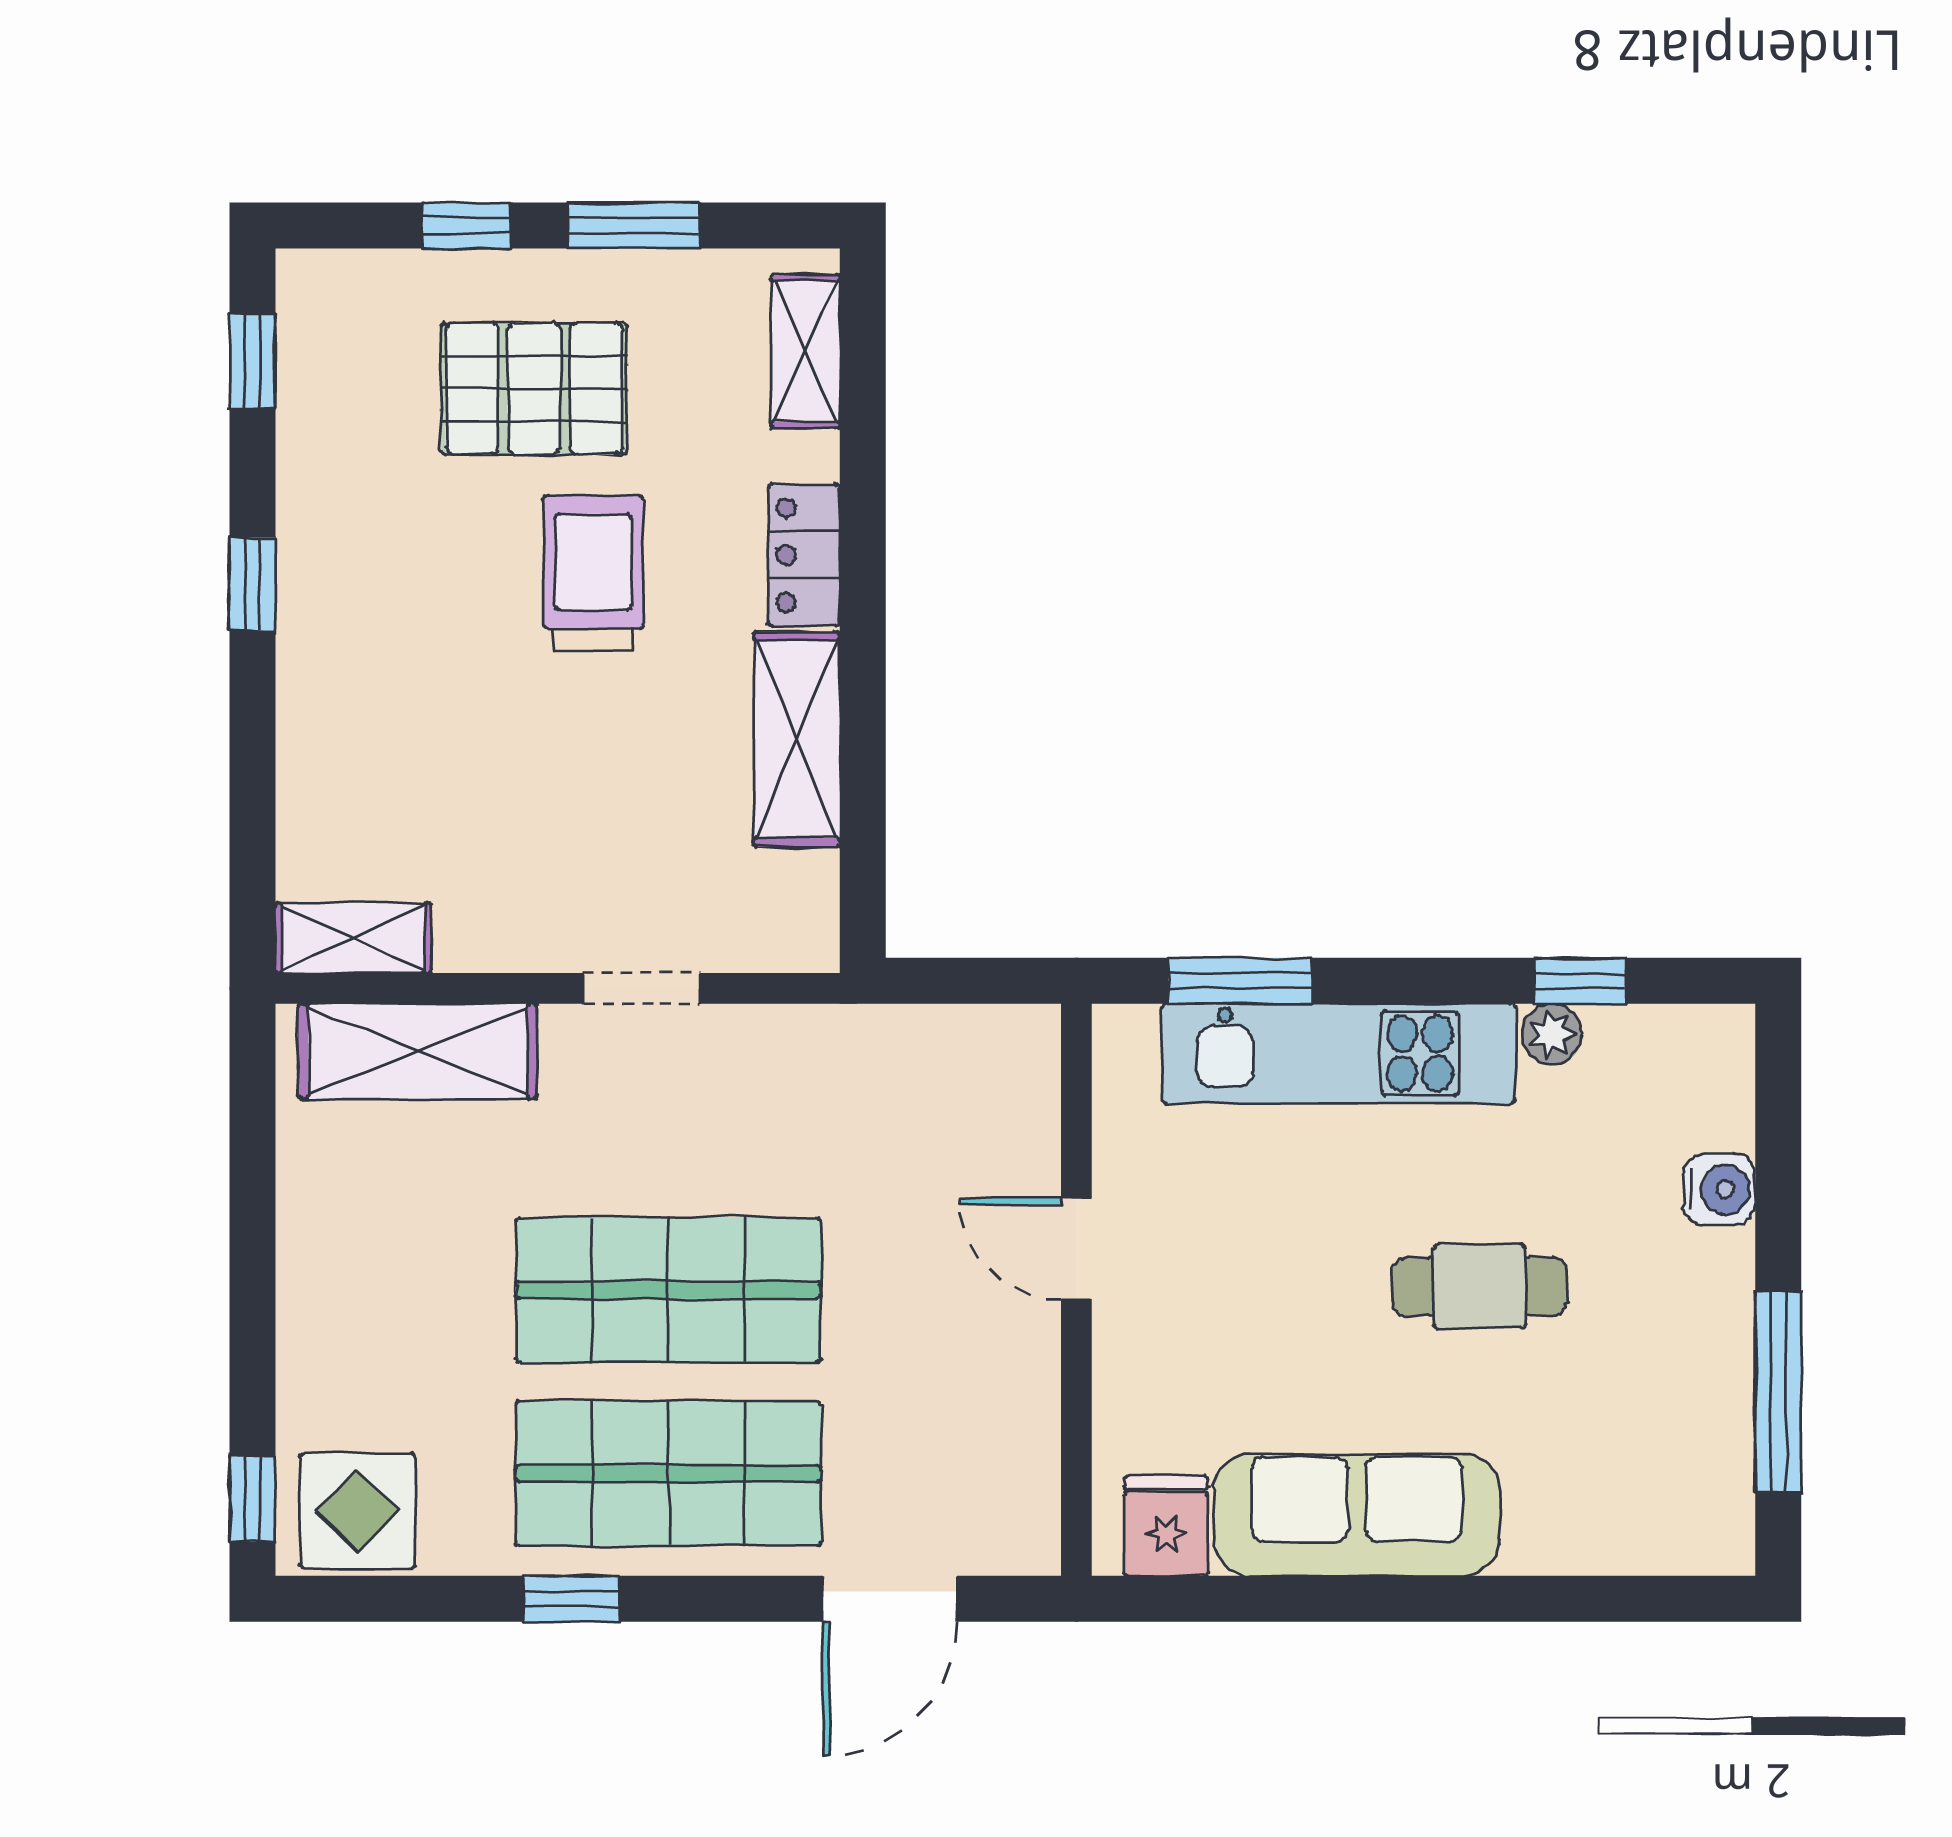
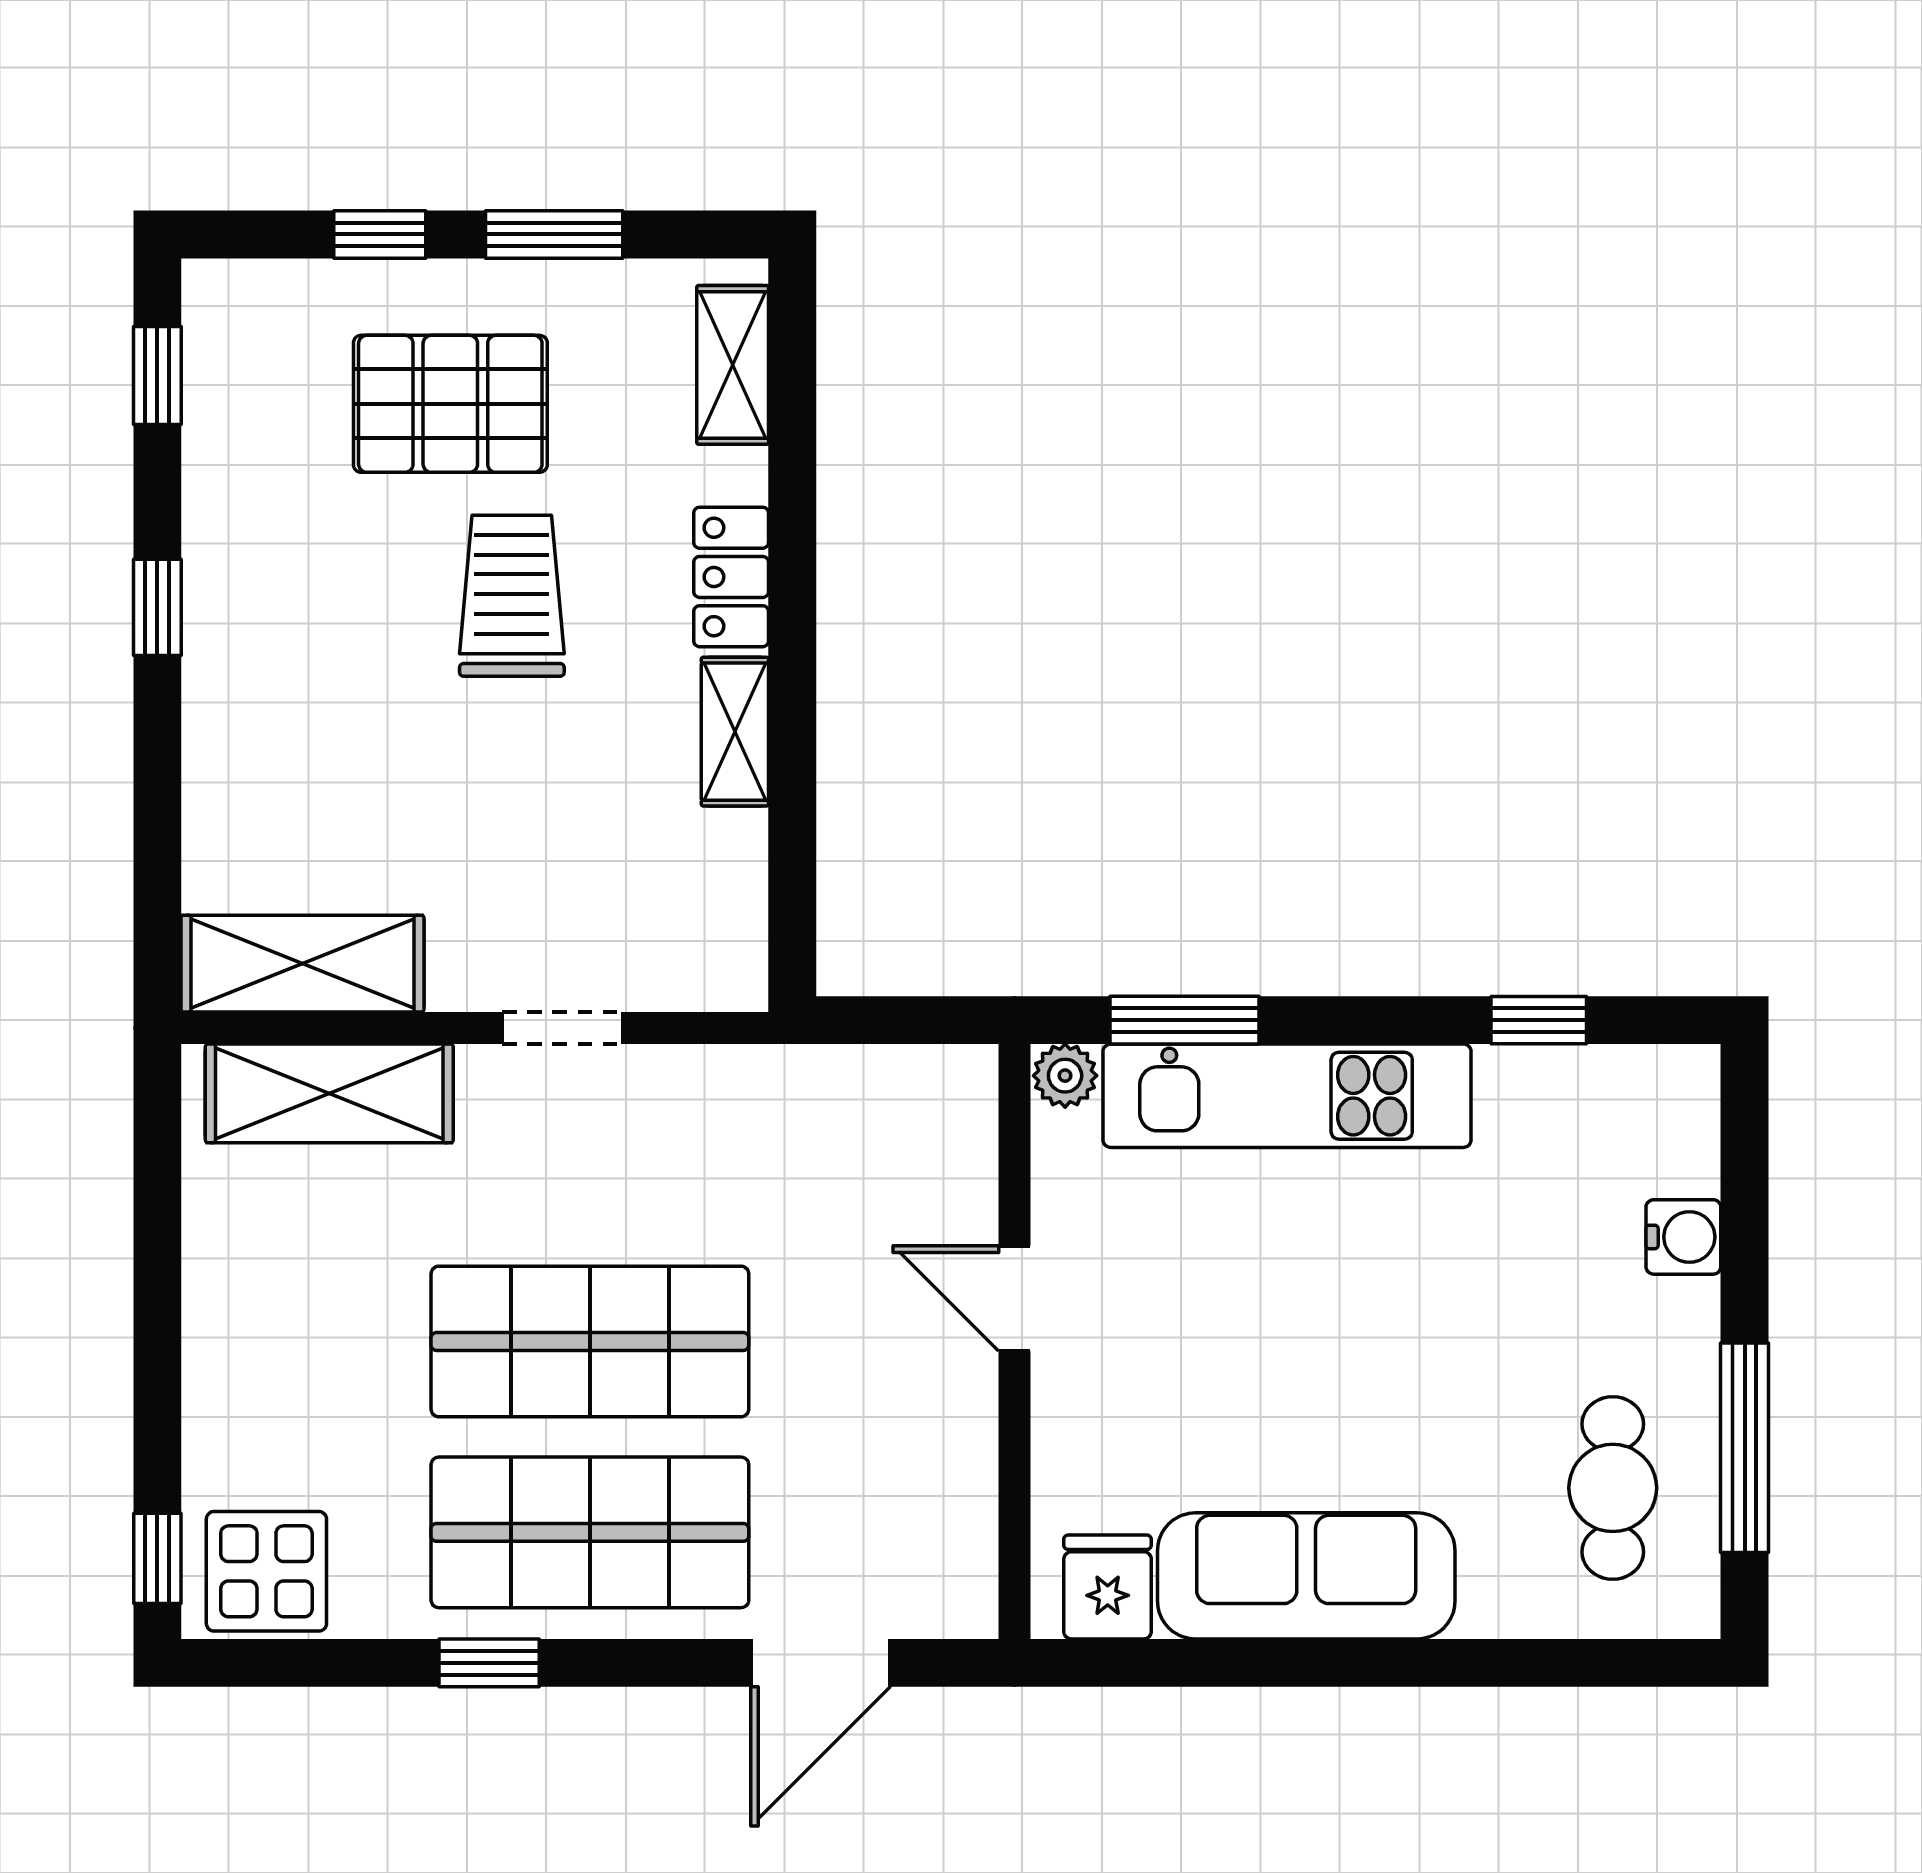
shelving: (797, 739) -> (735, 732), width x0.67, depth x0.75
shelving: (353, 938) -> (303, 964), width x1.50, depth x1.33
plant: (1552, 1034) -> (1065, 1076), moved
cafe table: (1479, 1286) -> (1613, 1488), moved, turned 90

